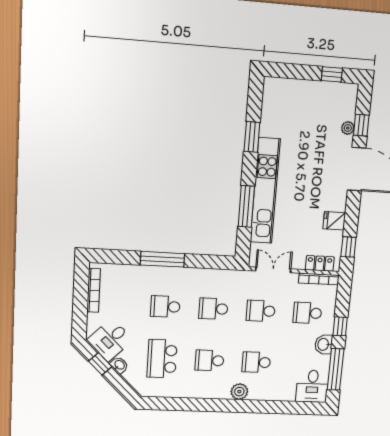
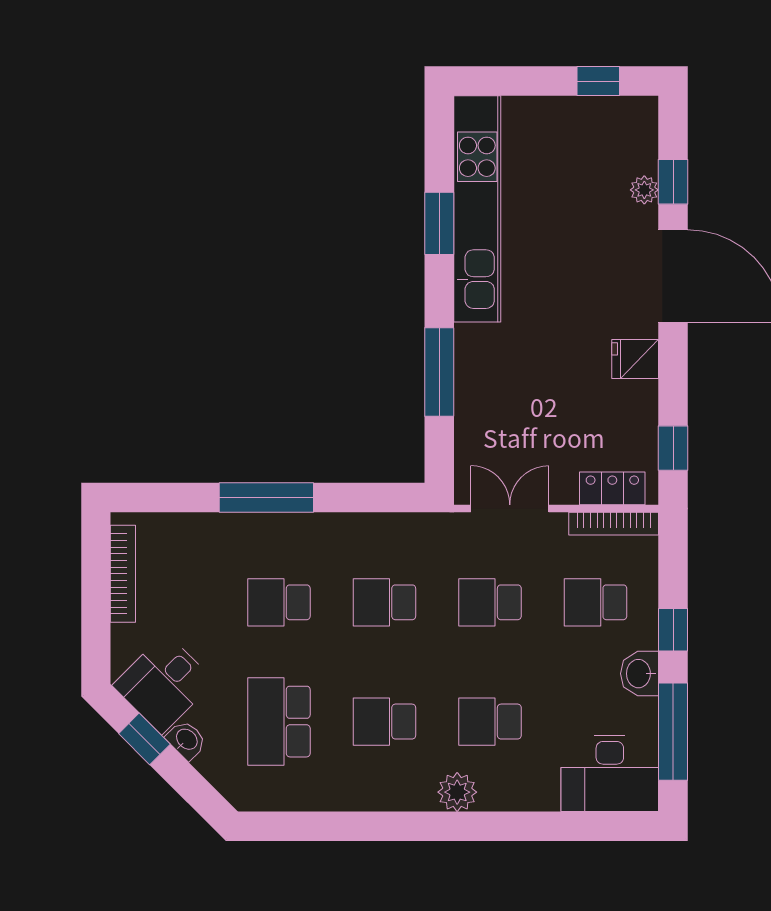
kitchen unit: (265, 191) -> (477, 209), moved
fridge: (334, 221) -> (635, 359), moved
desk: (312, 386) -> (610, 773), width x1.37

